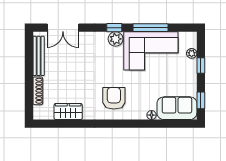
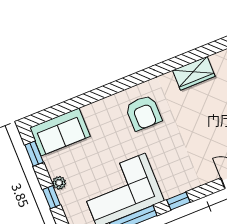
plant: (116, 39) -> (171, 187), removed
plant: (192, 53) -> (59, 183), moved
floor lamp: (152, 115) -> (88, 111), removed

